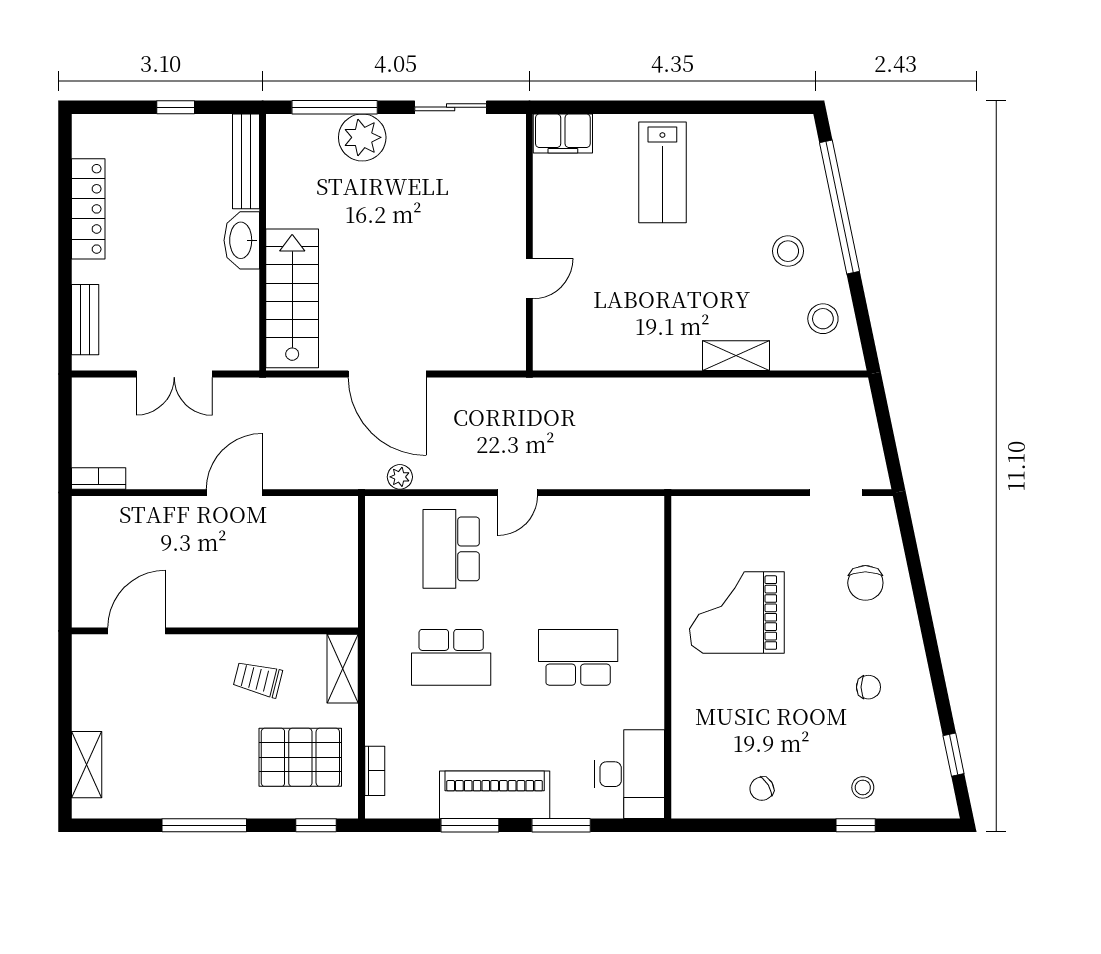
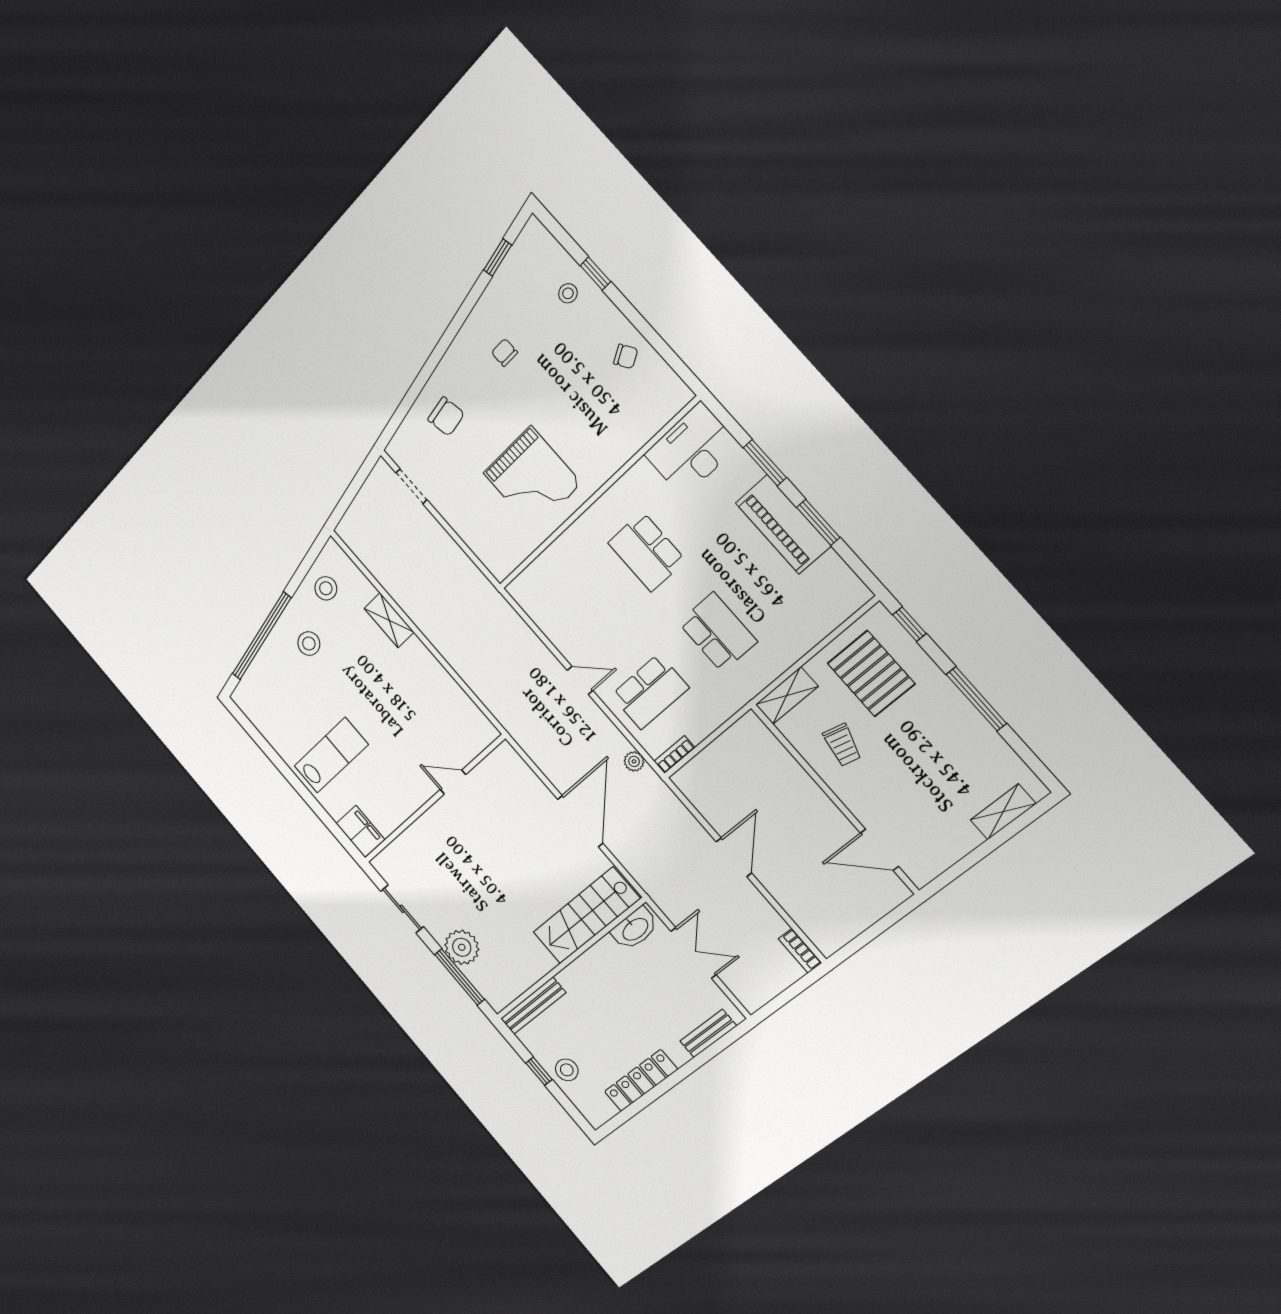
stool: (155, 139) -> (567, 1070), added
washbasin: (242, 240) -> (635, 929), moved
door: (234, 493) -> (734, 857), swing flipped
chair: (865, 583) -> (446, 417), turned 80
bookcase: (375, 771) -> (674, 755), moved

